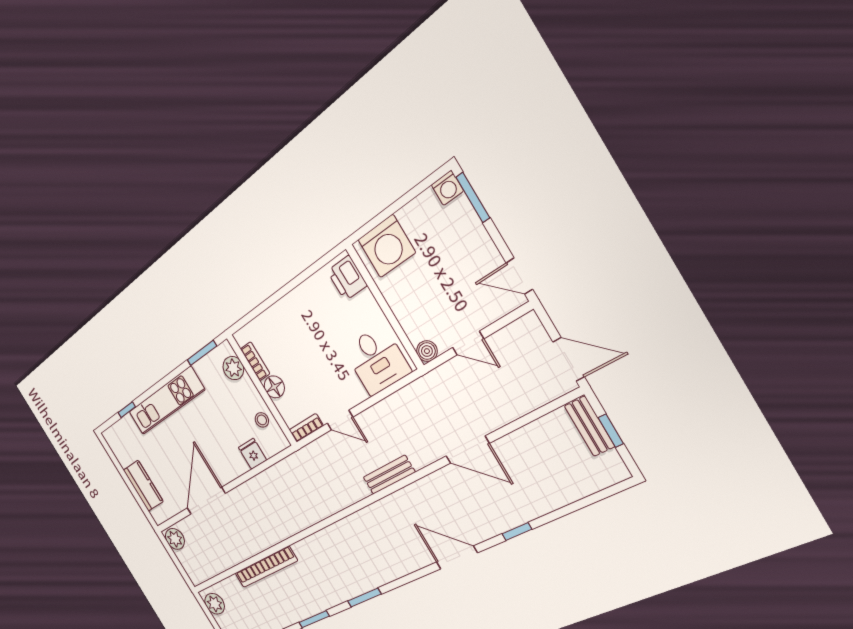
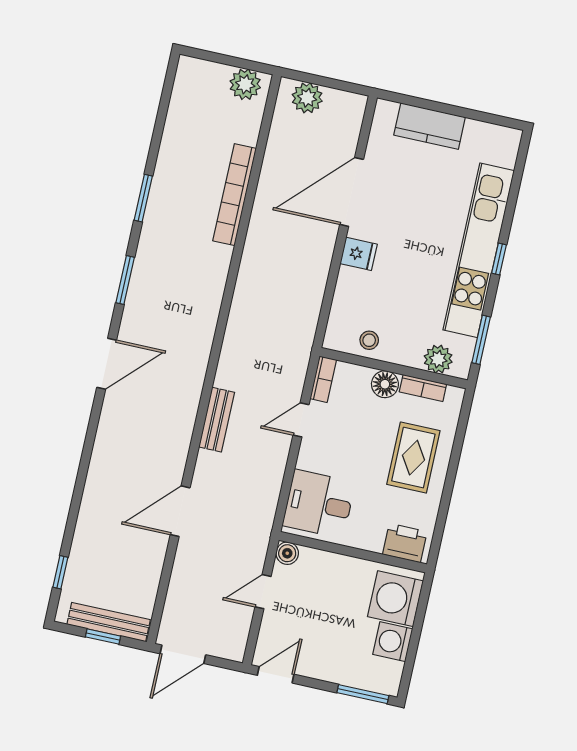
washing machine: (447, 188) -> (393, 642), moved, width x1.38, depth x1.38
rug: (295, 327) -> (413, 458), added
kitchen unit: (166, 401) -> (479, 250), width x1.36
window: (127, 410) -> (499, 259), moved
bench: (590, 426) -> (109, 622), width x1.36
fridge: (253, 454) -> (359, 254), moved
door: (206, 501) -> (352, 192), swing flipped
window: (517, 532) -> (60, 572), moved
plant: (175, 539) -> (307, 98), moved
door: (457, 558) -> (107, 364), moved

